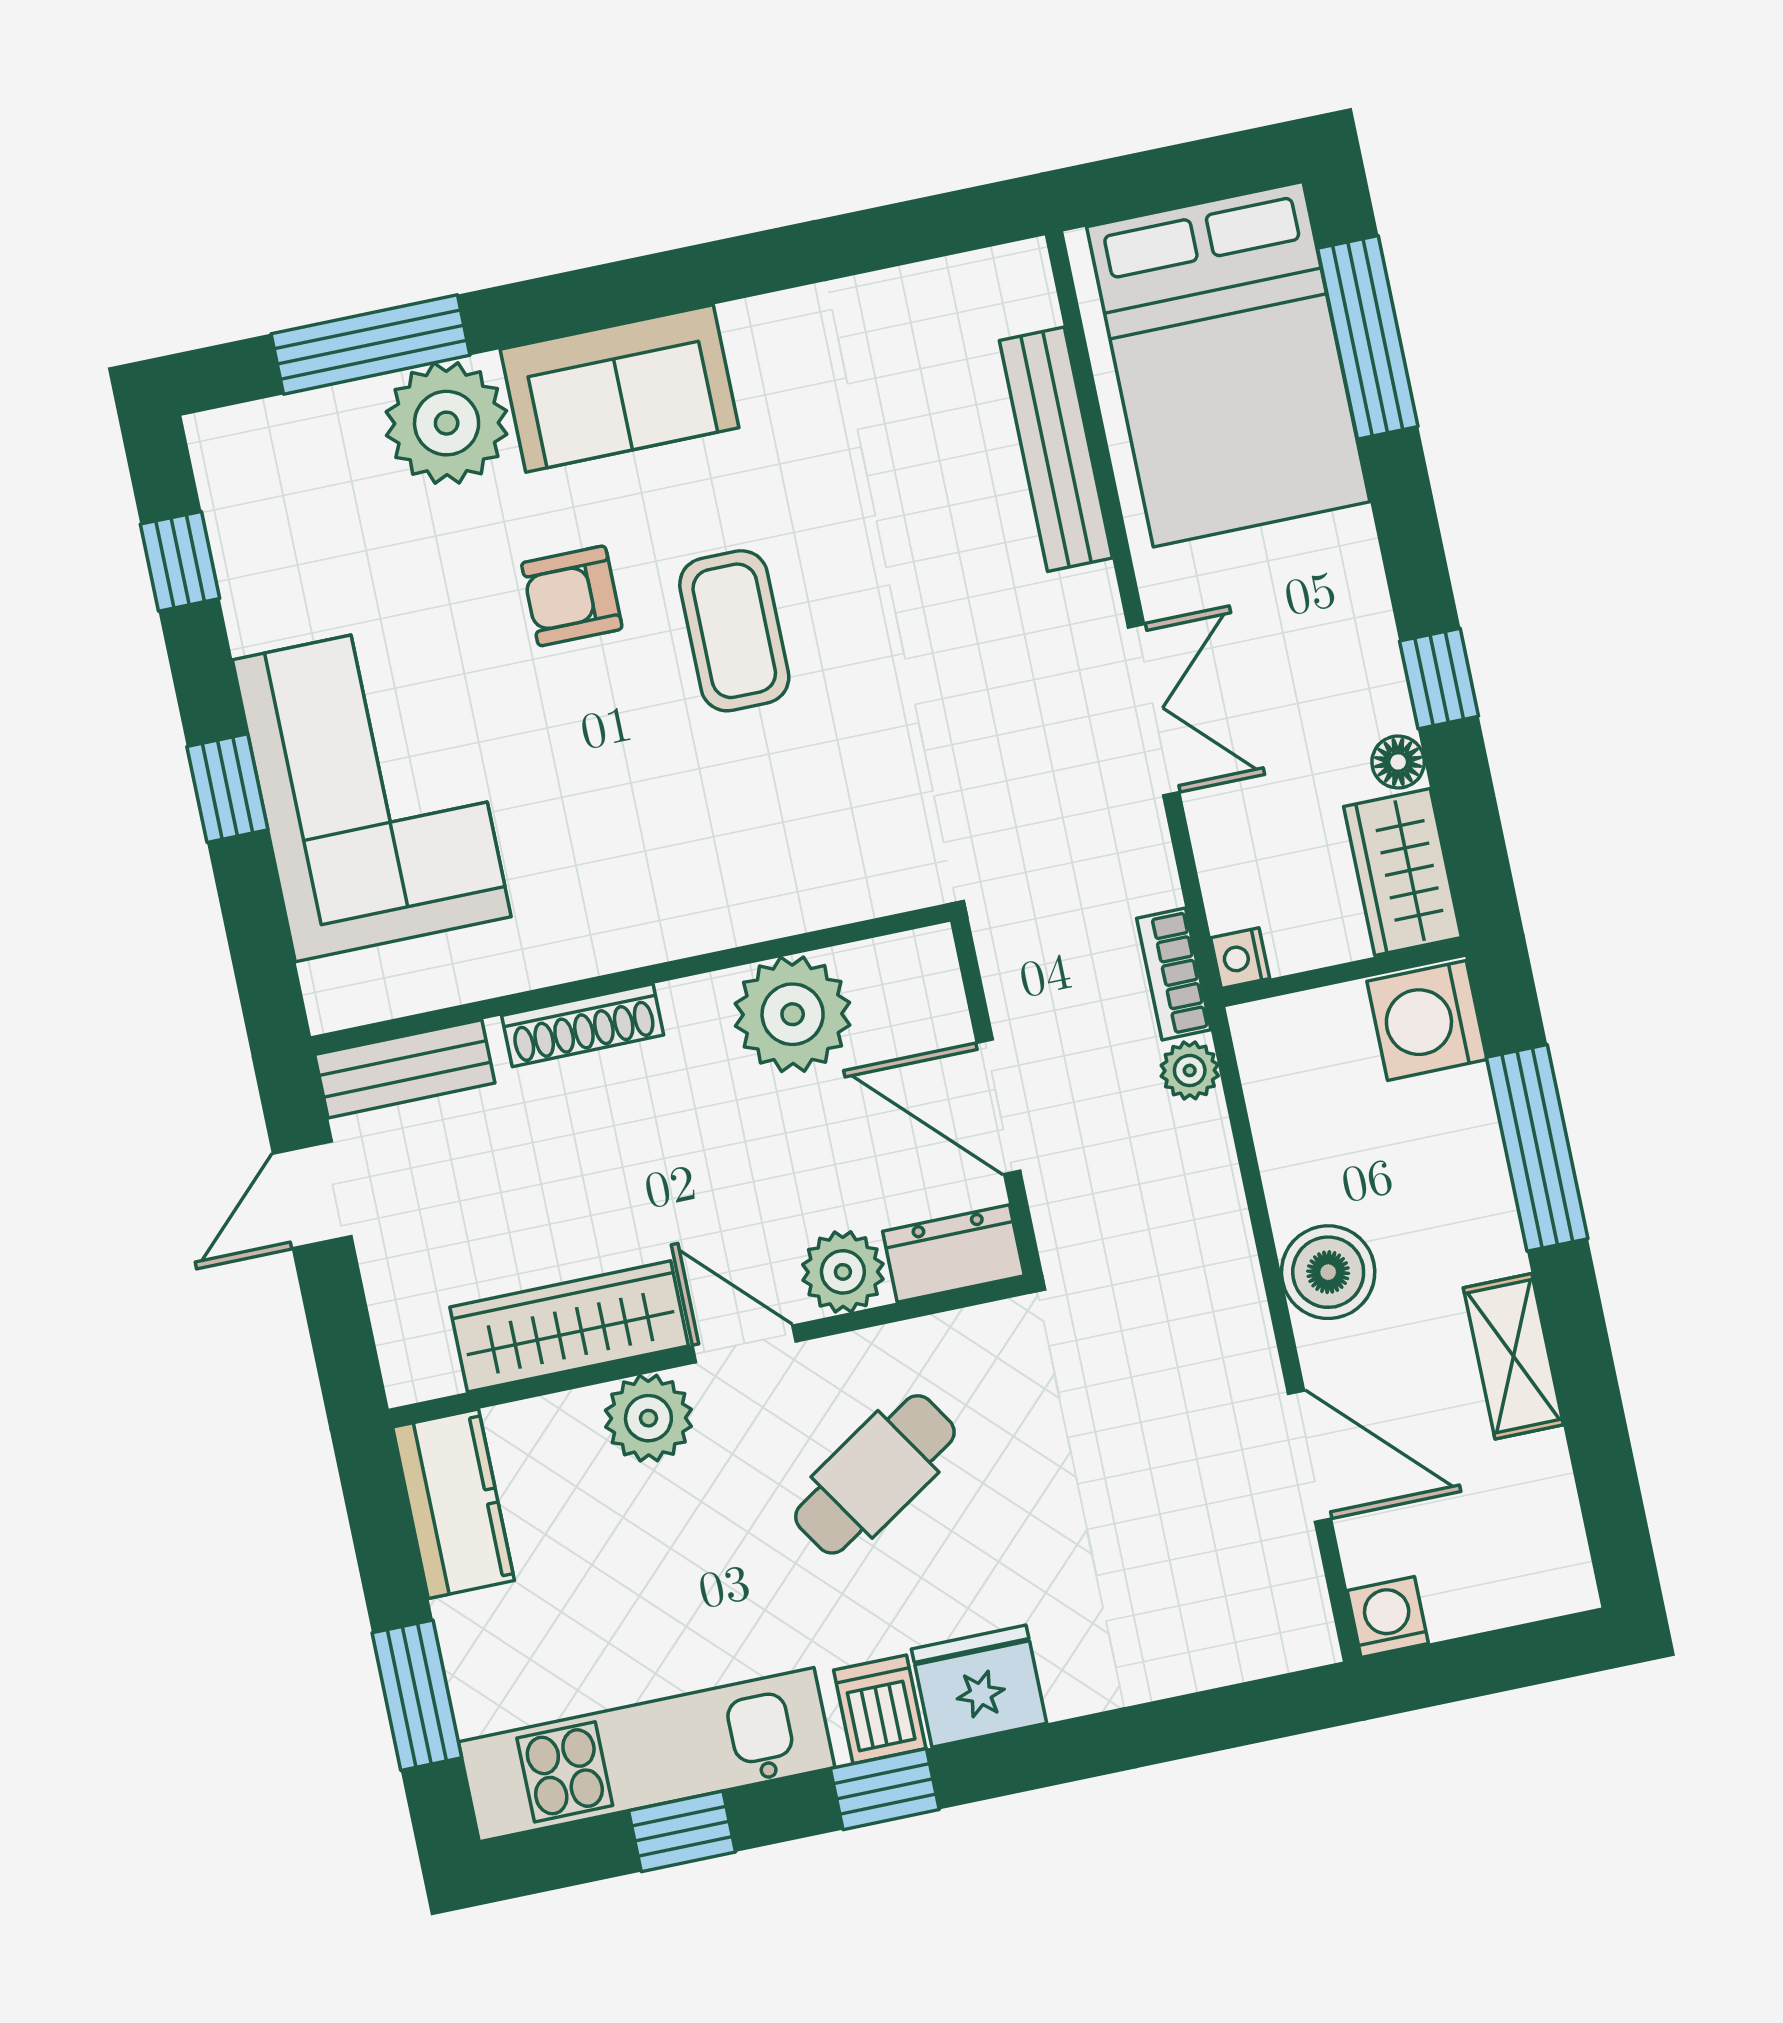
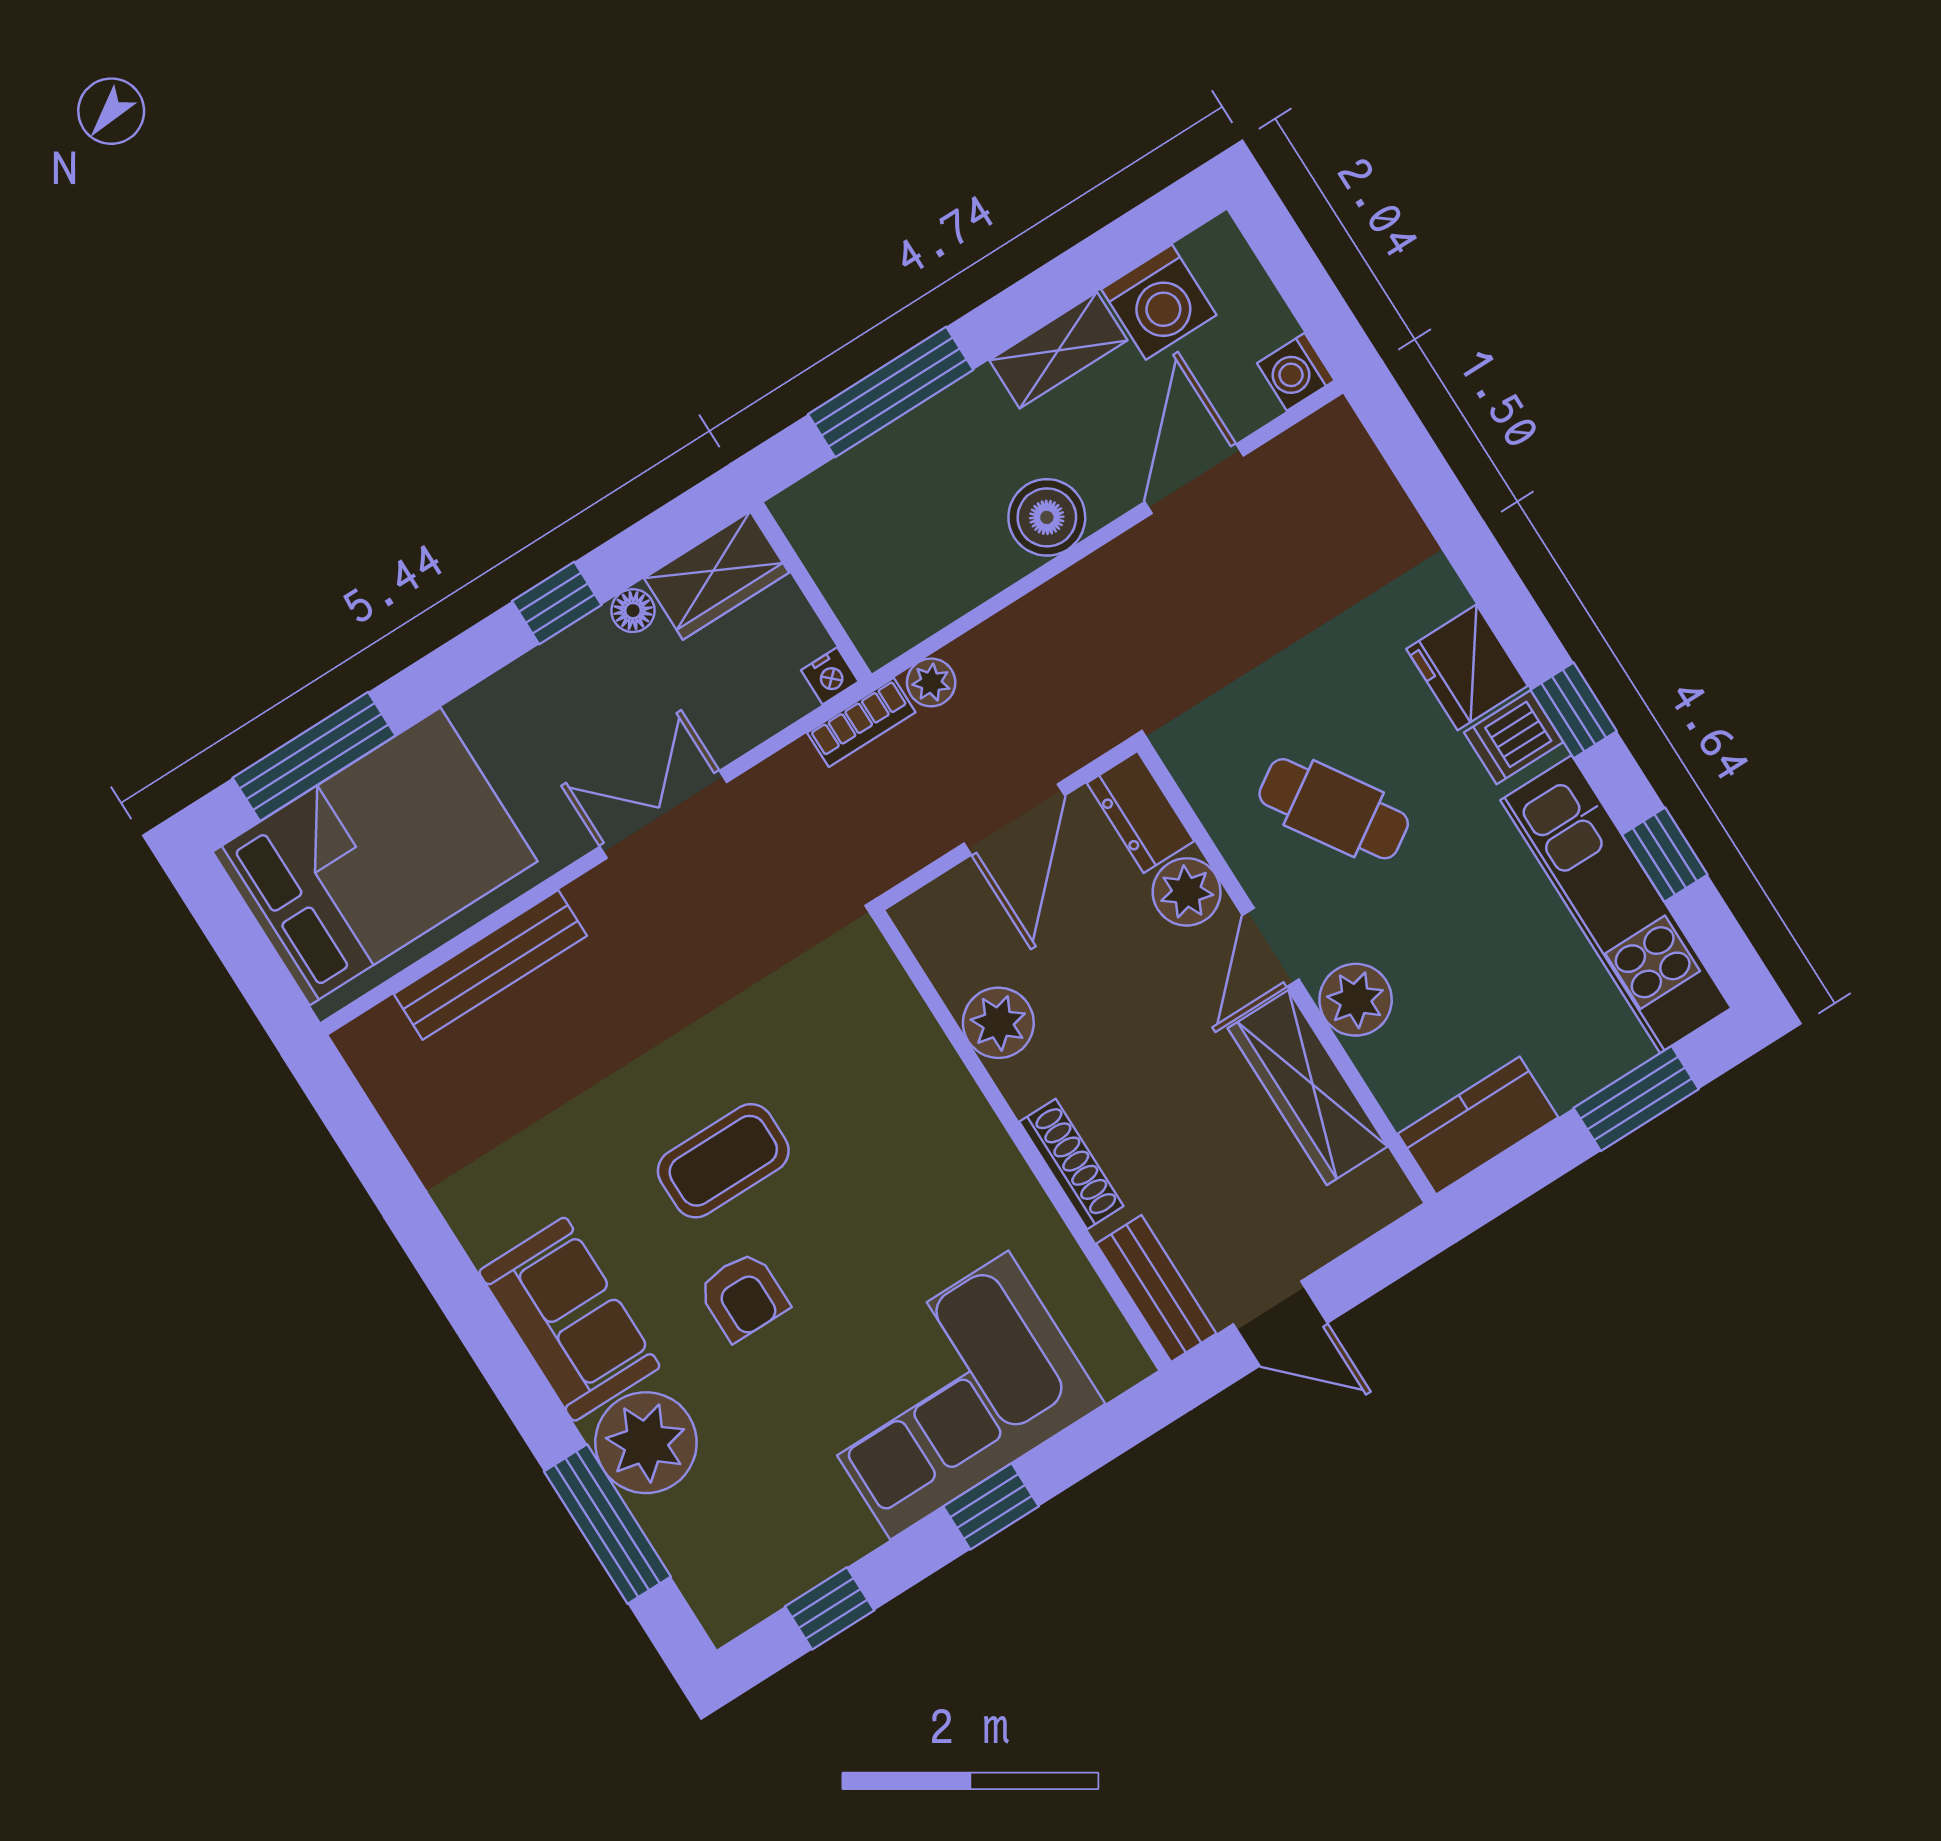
plant: (793, 1014) -> (998, 1023), width x0.73, depth x0.73
washing machine: (1427, 1020) -> (1159, 302), moved

